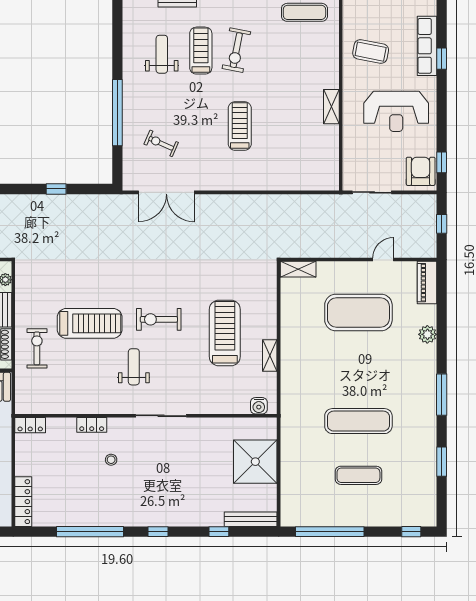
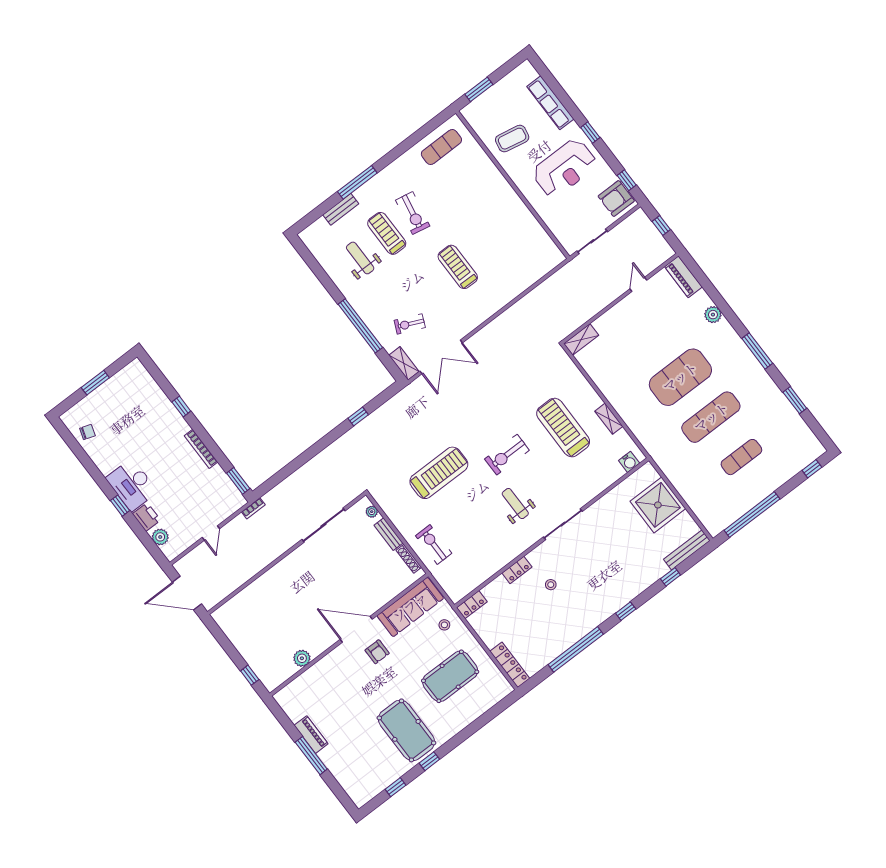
window: (442, 59) -> (590, 133), moved
shelving: (331, 107) -> (404, 363), moved
armchair: (421, 171) -> (616, 199), turned -90
exercise mat: (358, 312) -> (680, 377), moved
treadmill: (90, 323) -> (439, 473), moved

